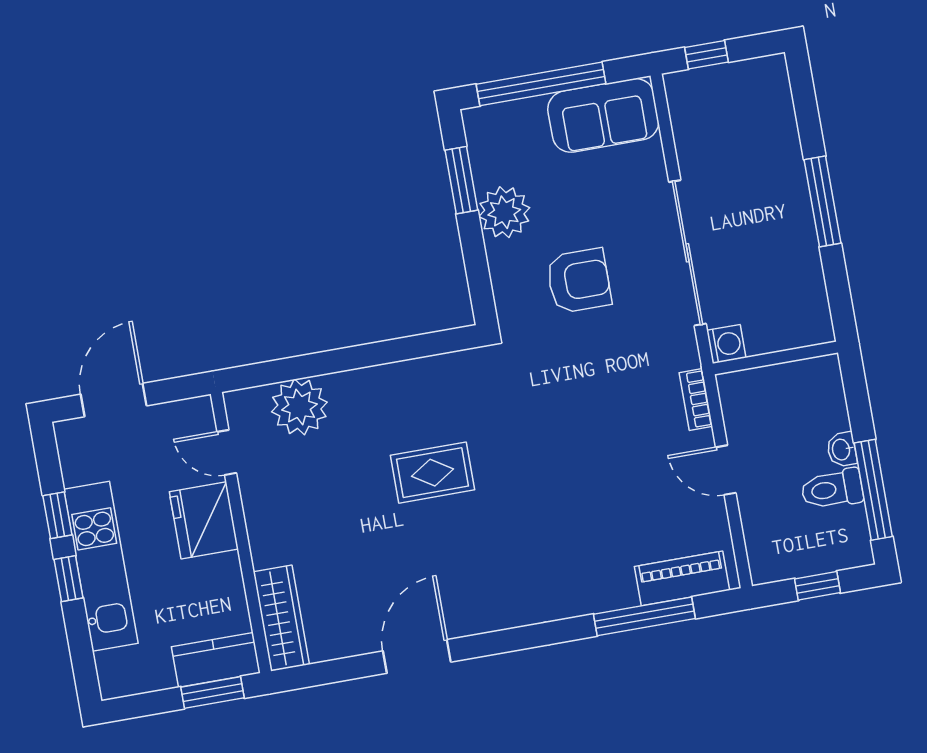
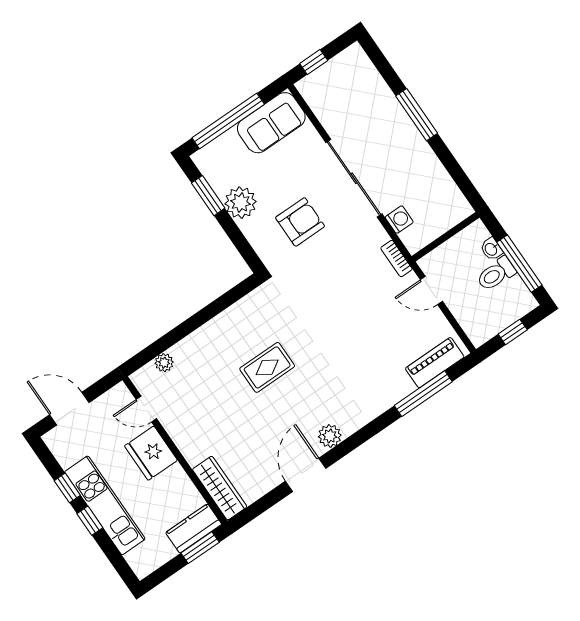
wall: (775, 358) -> (446, 237), moved
door: (114, 400) -> (69, 409), hinge flipped
plant: (299, 407) -> (164, 363), width x0.53, depth x0.53
plant: (478, 615) -> (330, 436), added

